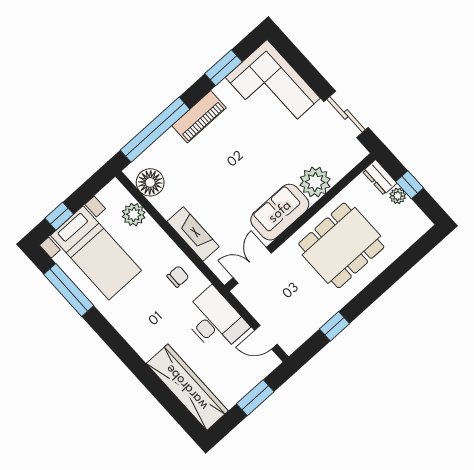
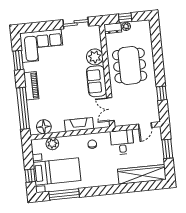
desk: (215, 321) -> (122, 142), width x0.73

